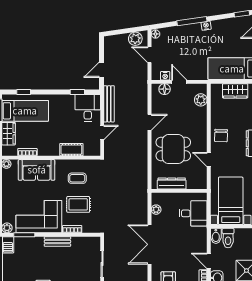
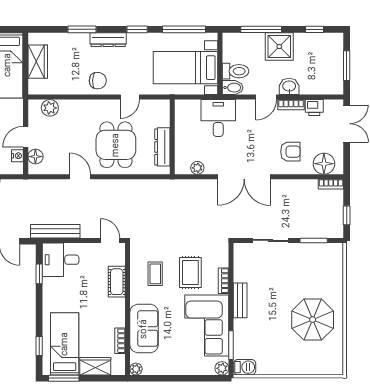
door: (102, 132) -> (110, 240), moved
desk: (193, 213) -> (218, 118), moved

